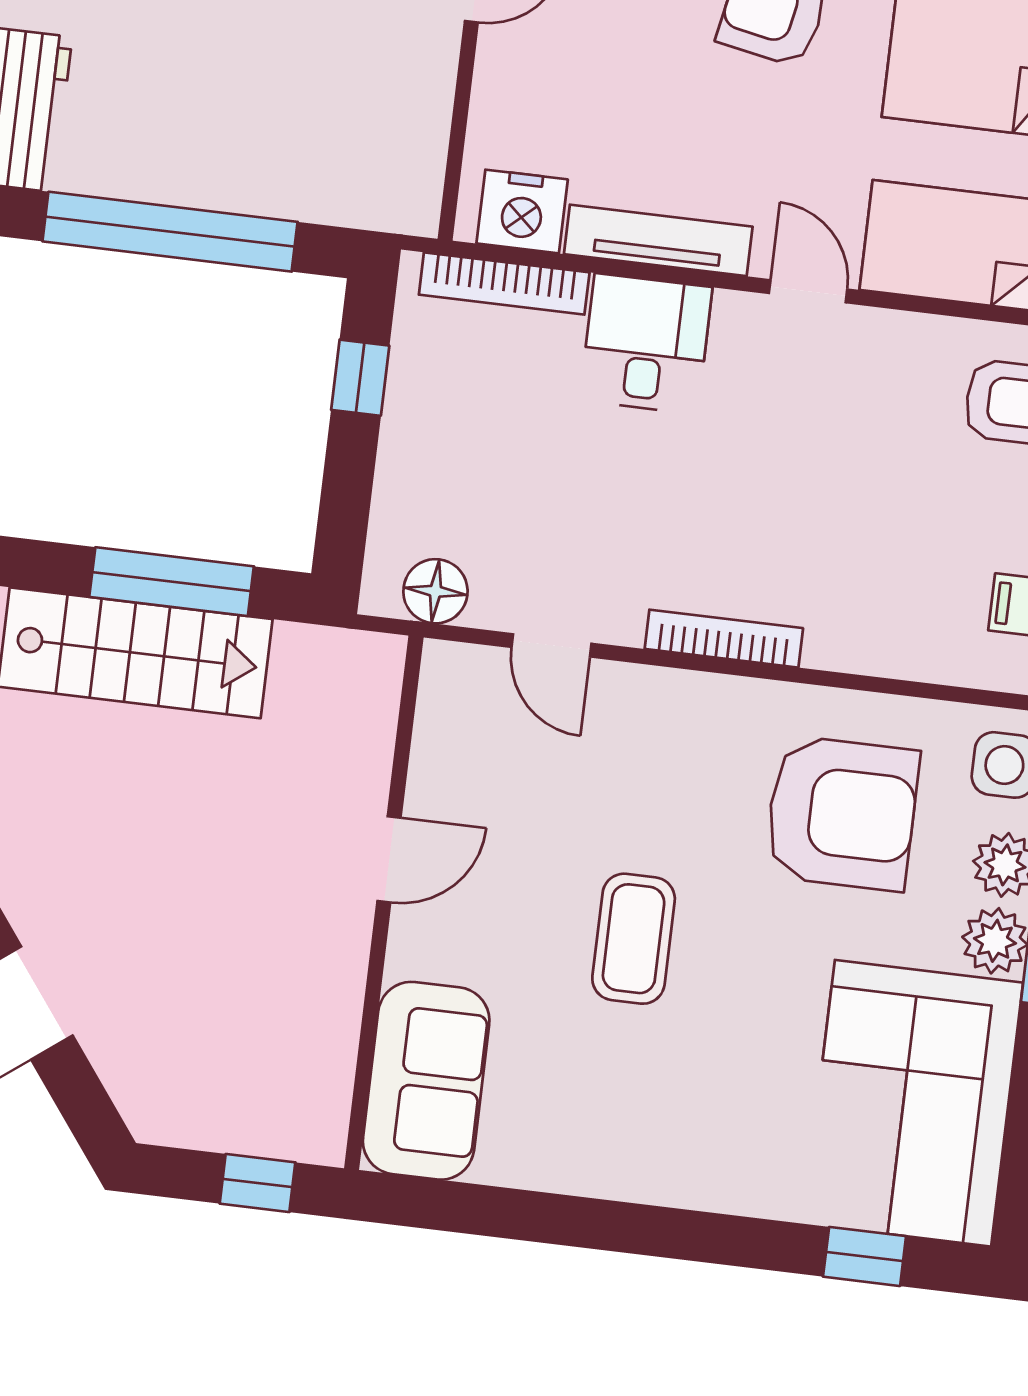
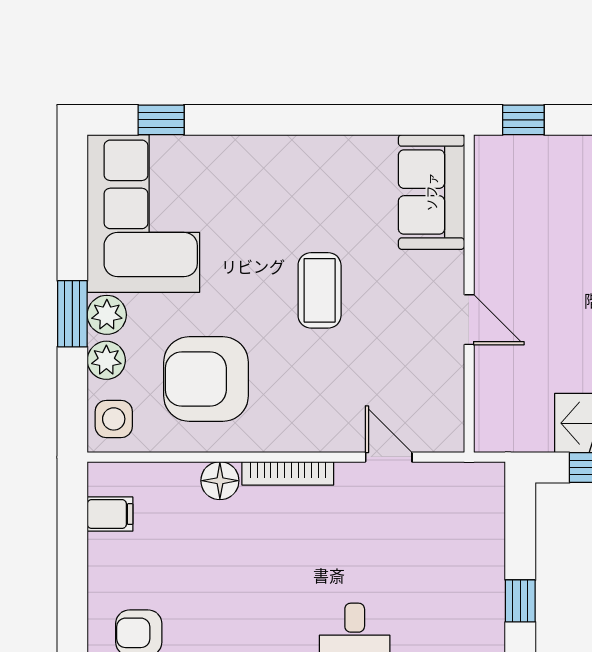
floor lamp: (435, 591) -> (220, 481), moved
door: (389, 859) -> (469, 320), swing flipped

